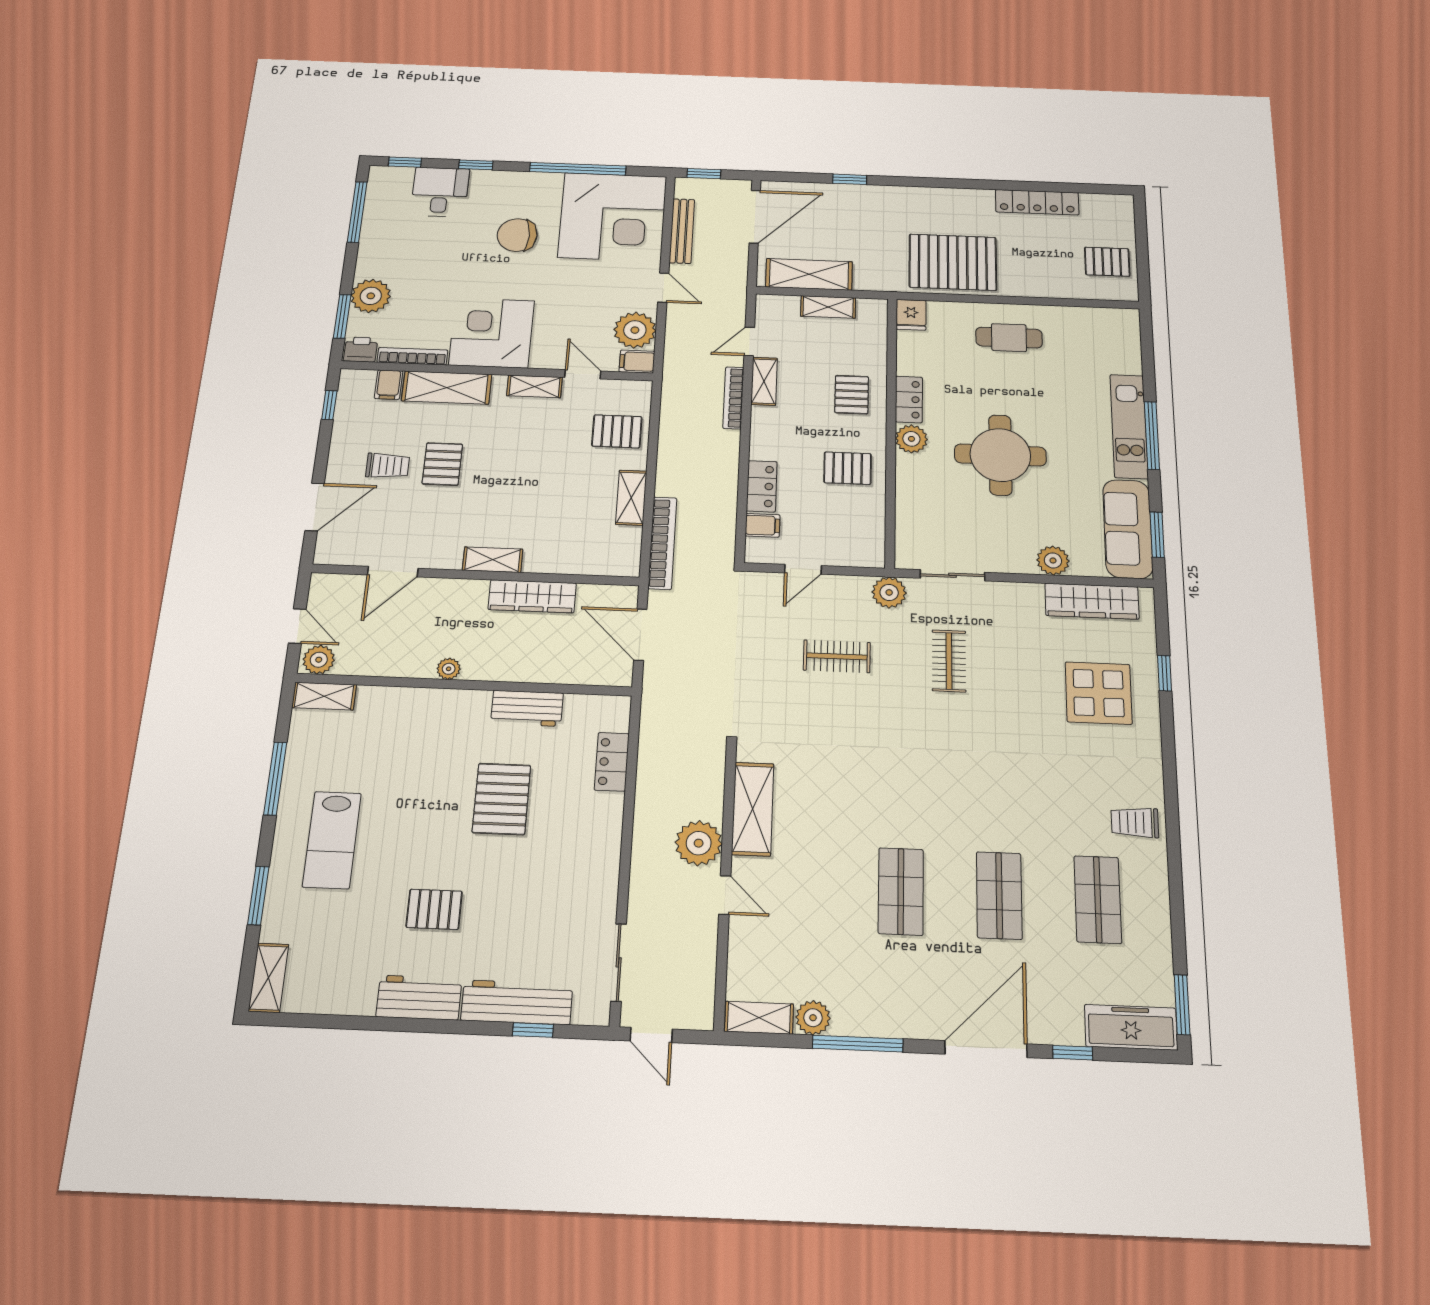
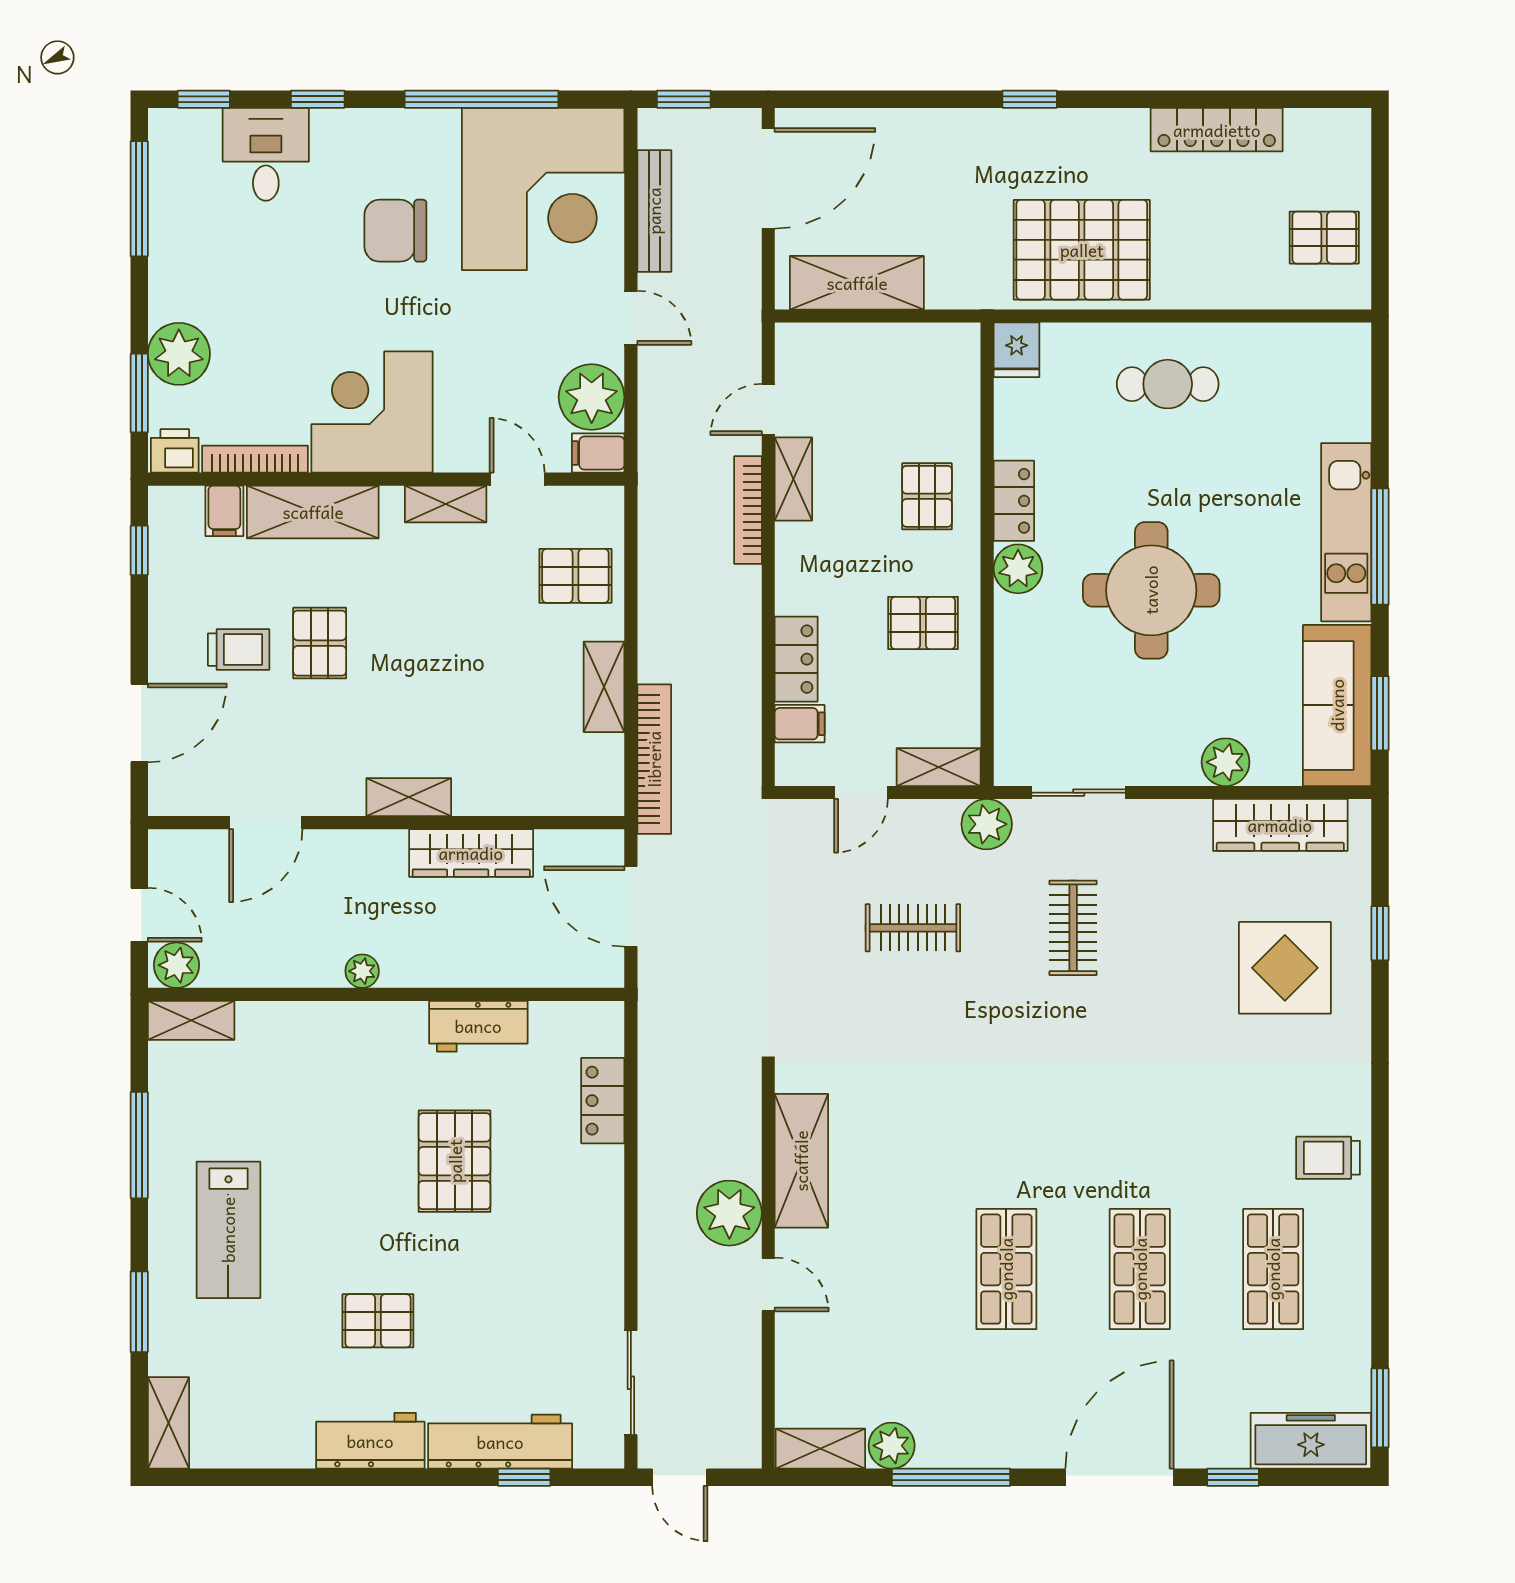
window: (850, 179) -> (1030, 99), moved
shelving: (828, 307) -> (939, 767), moved

